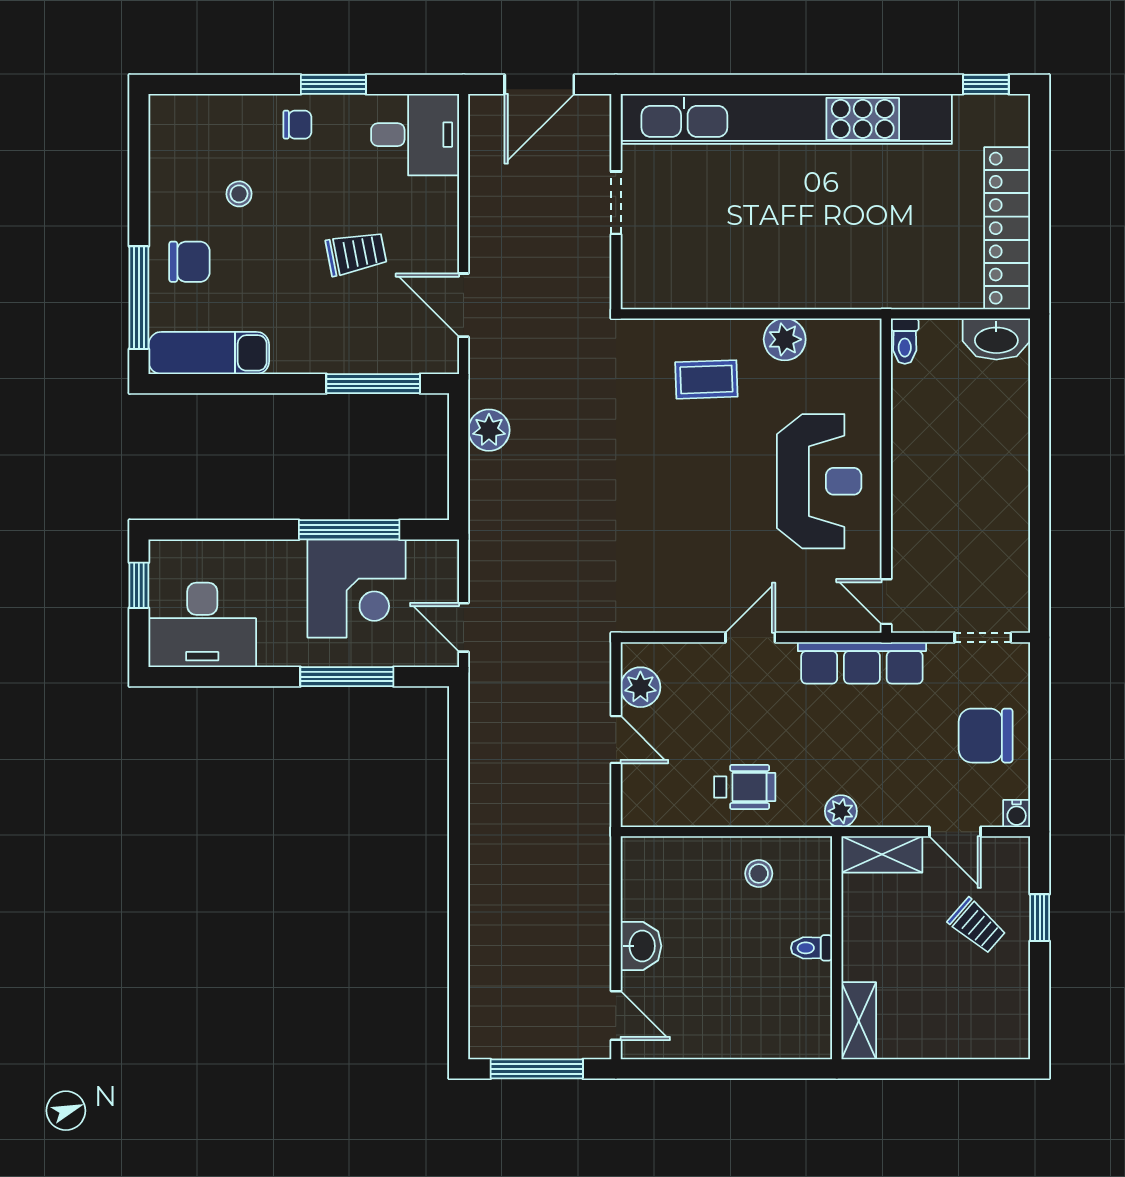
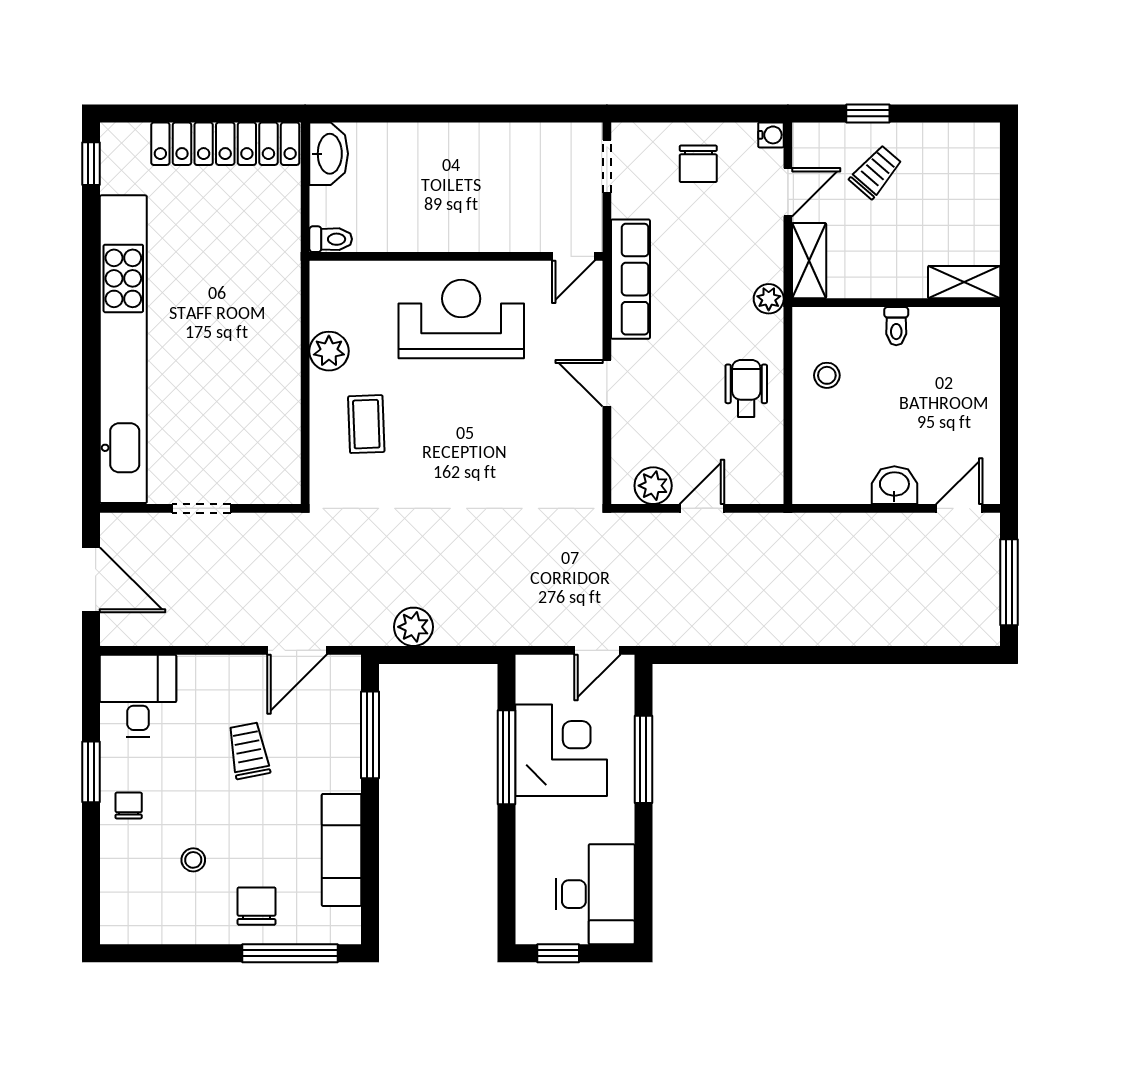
exam couch: (209, 353) -> (342, 850), moved
chair: (986, 736) -> (698, 164), width x0.73, depth x0.73

